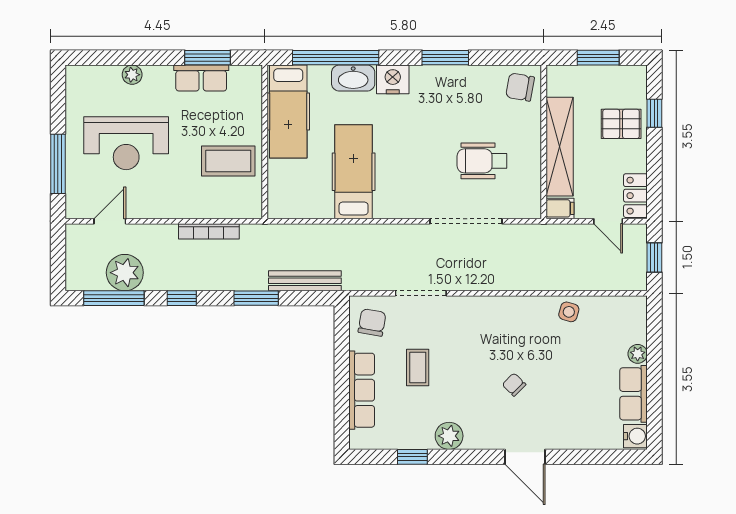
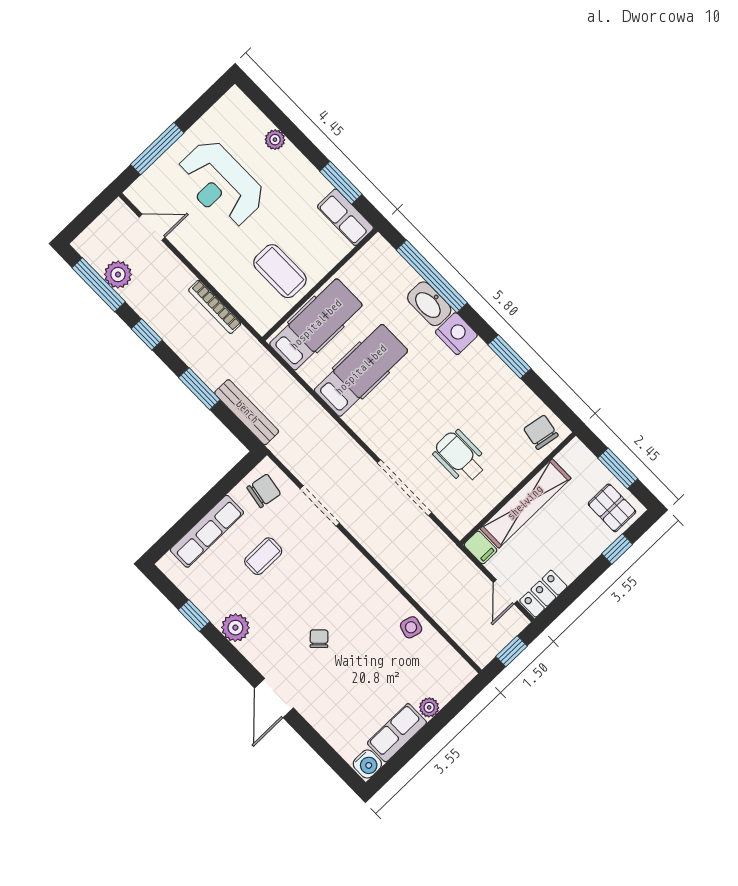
row of seats: (201, 78) -> (345, 217), moved
hospital bed: (288, 111) -> (316, 325), moved, turned 180
pallet: (621, 124) -> (612, 508), moved
plant: (125, 273) -> (118, 275), width x0.73, depth x0.73

